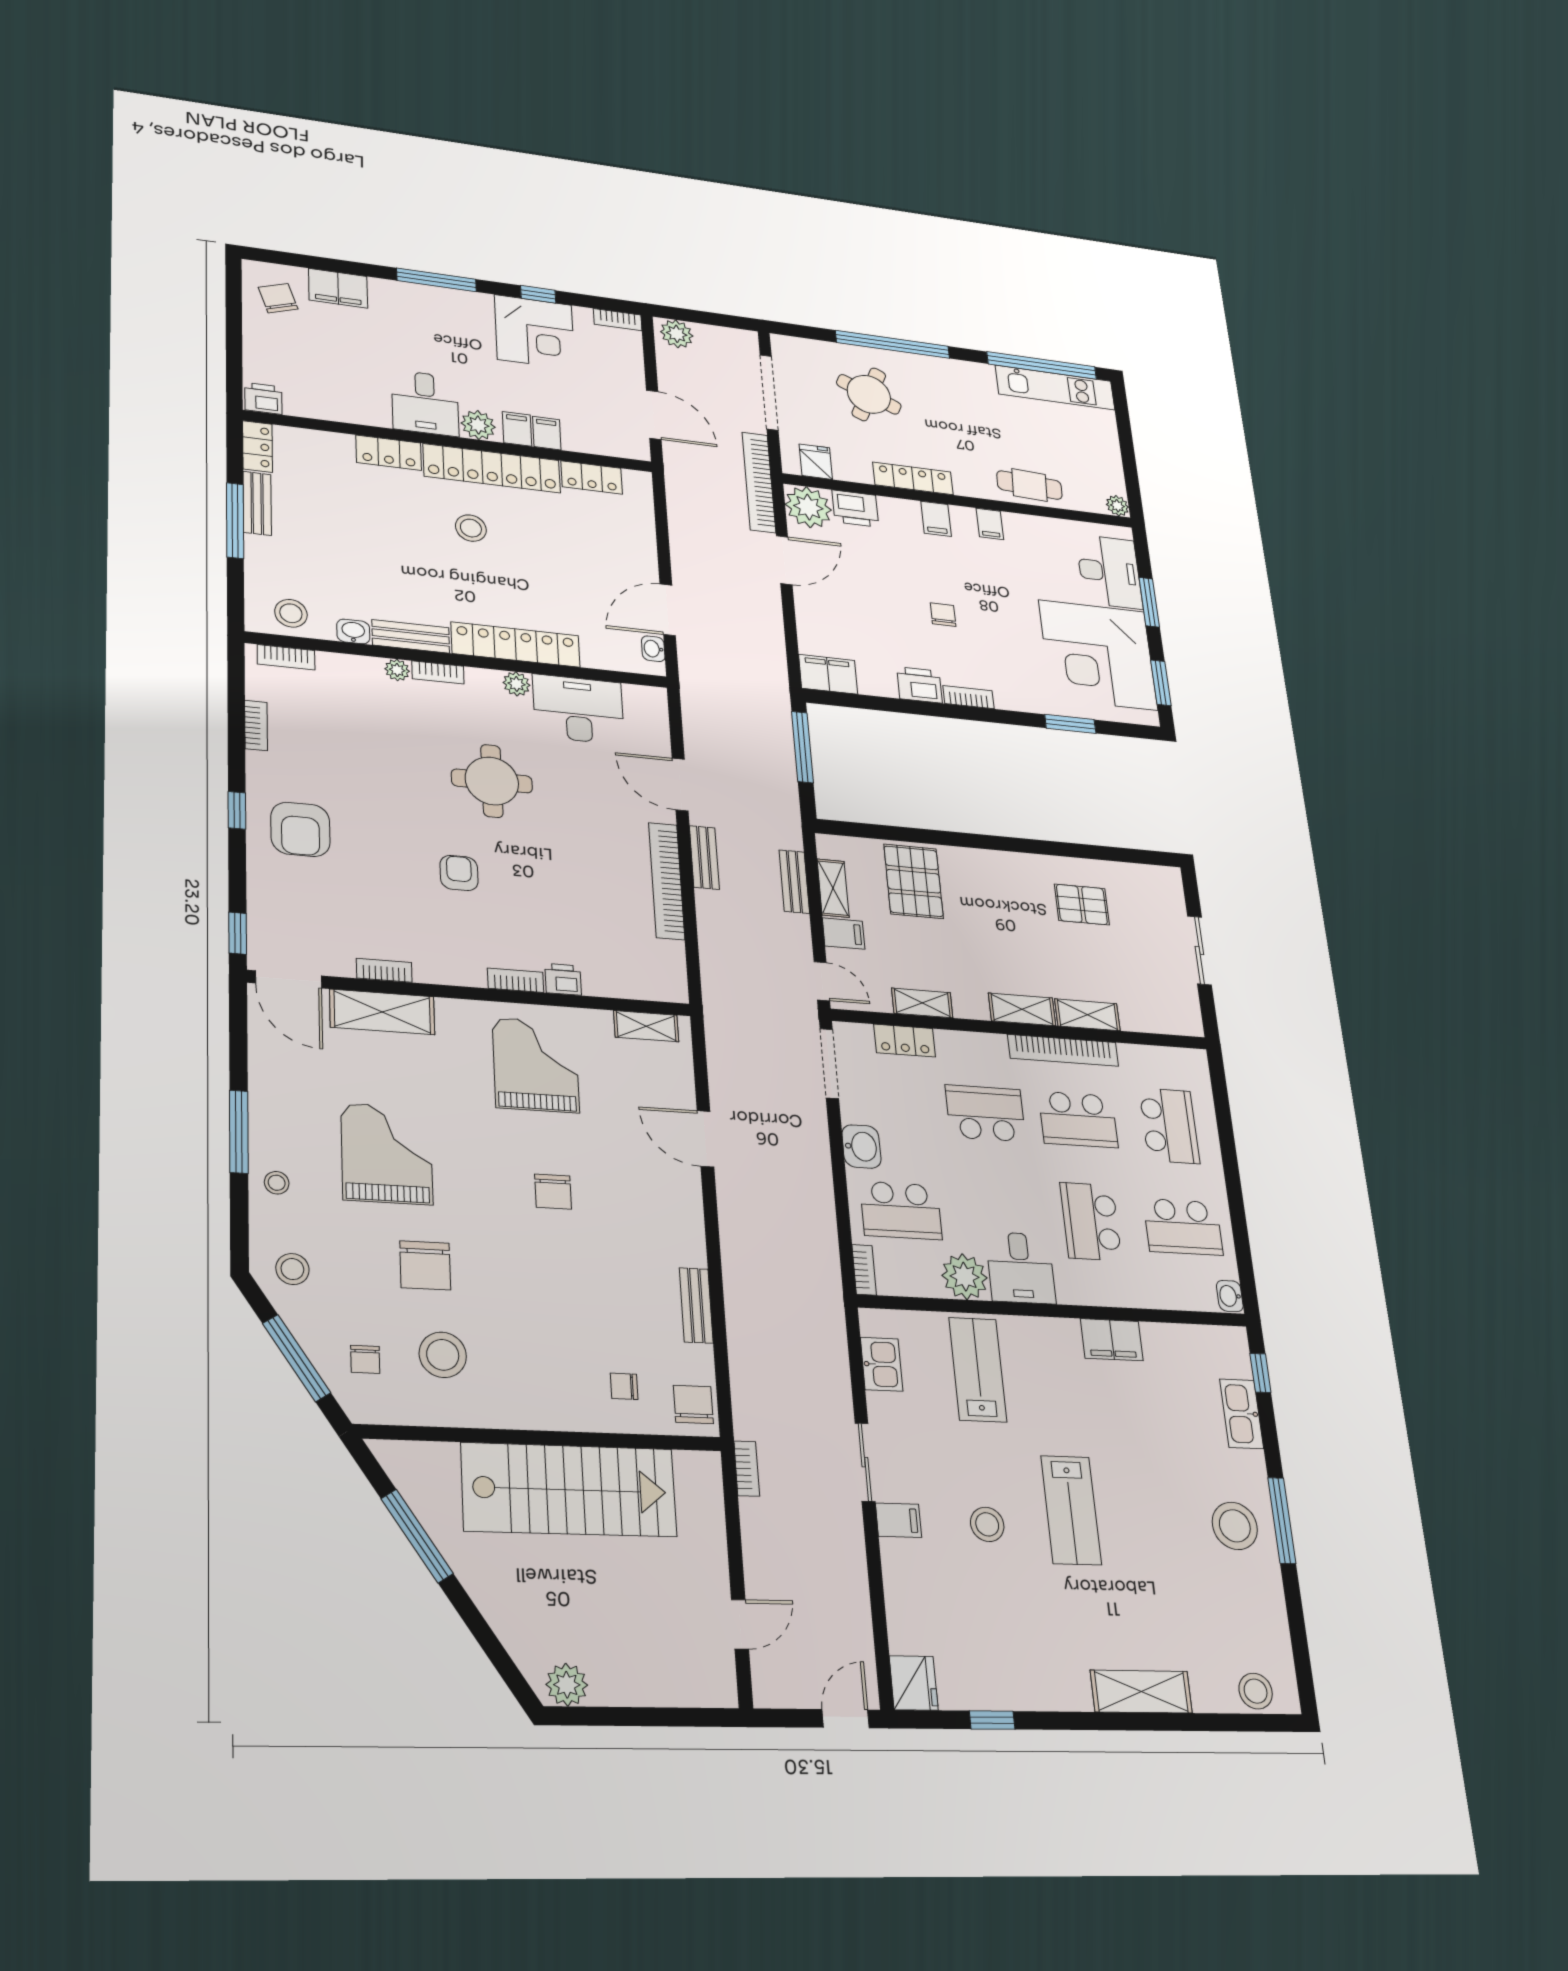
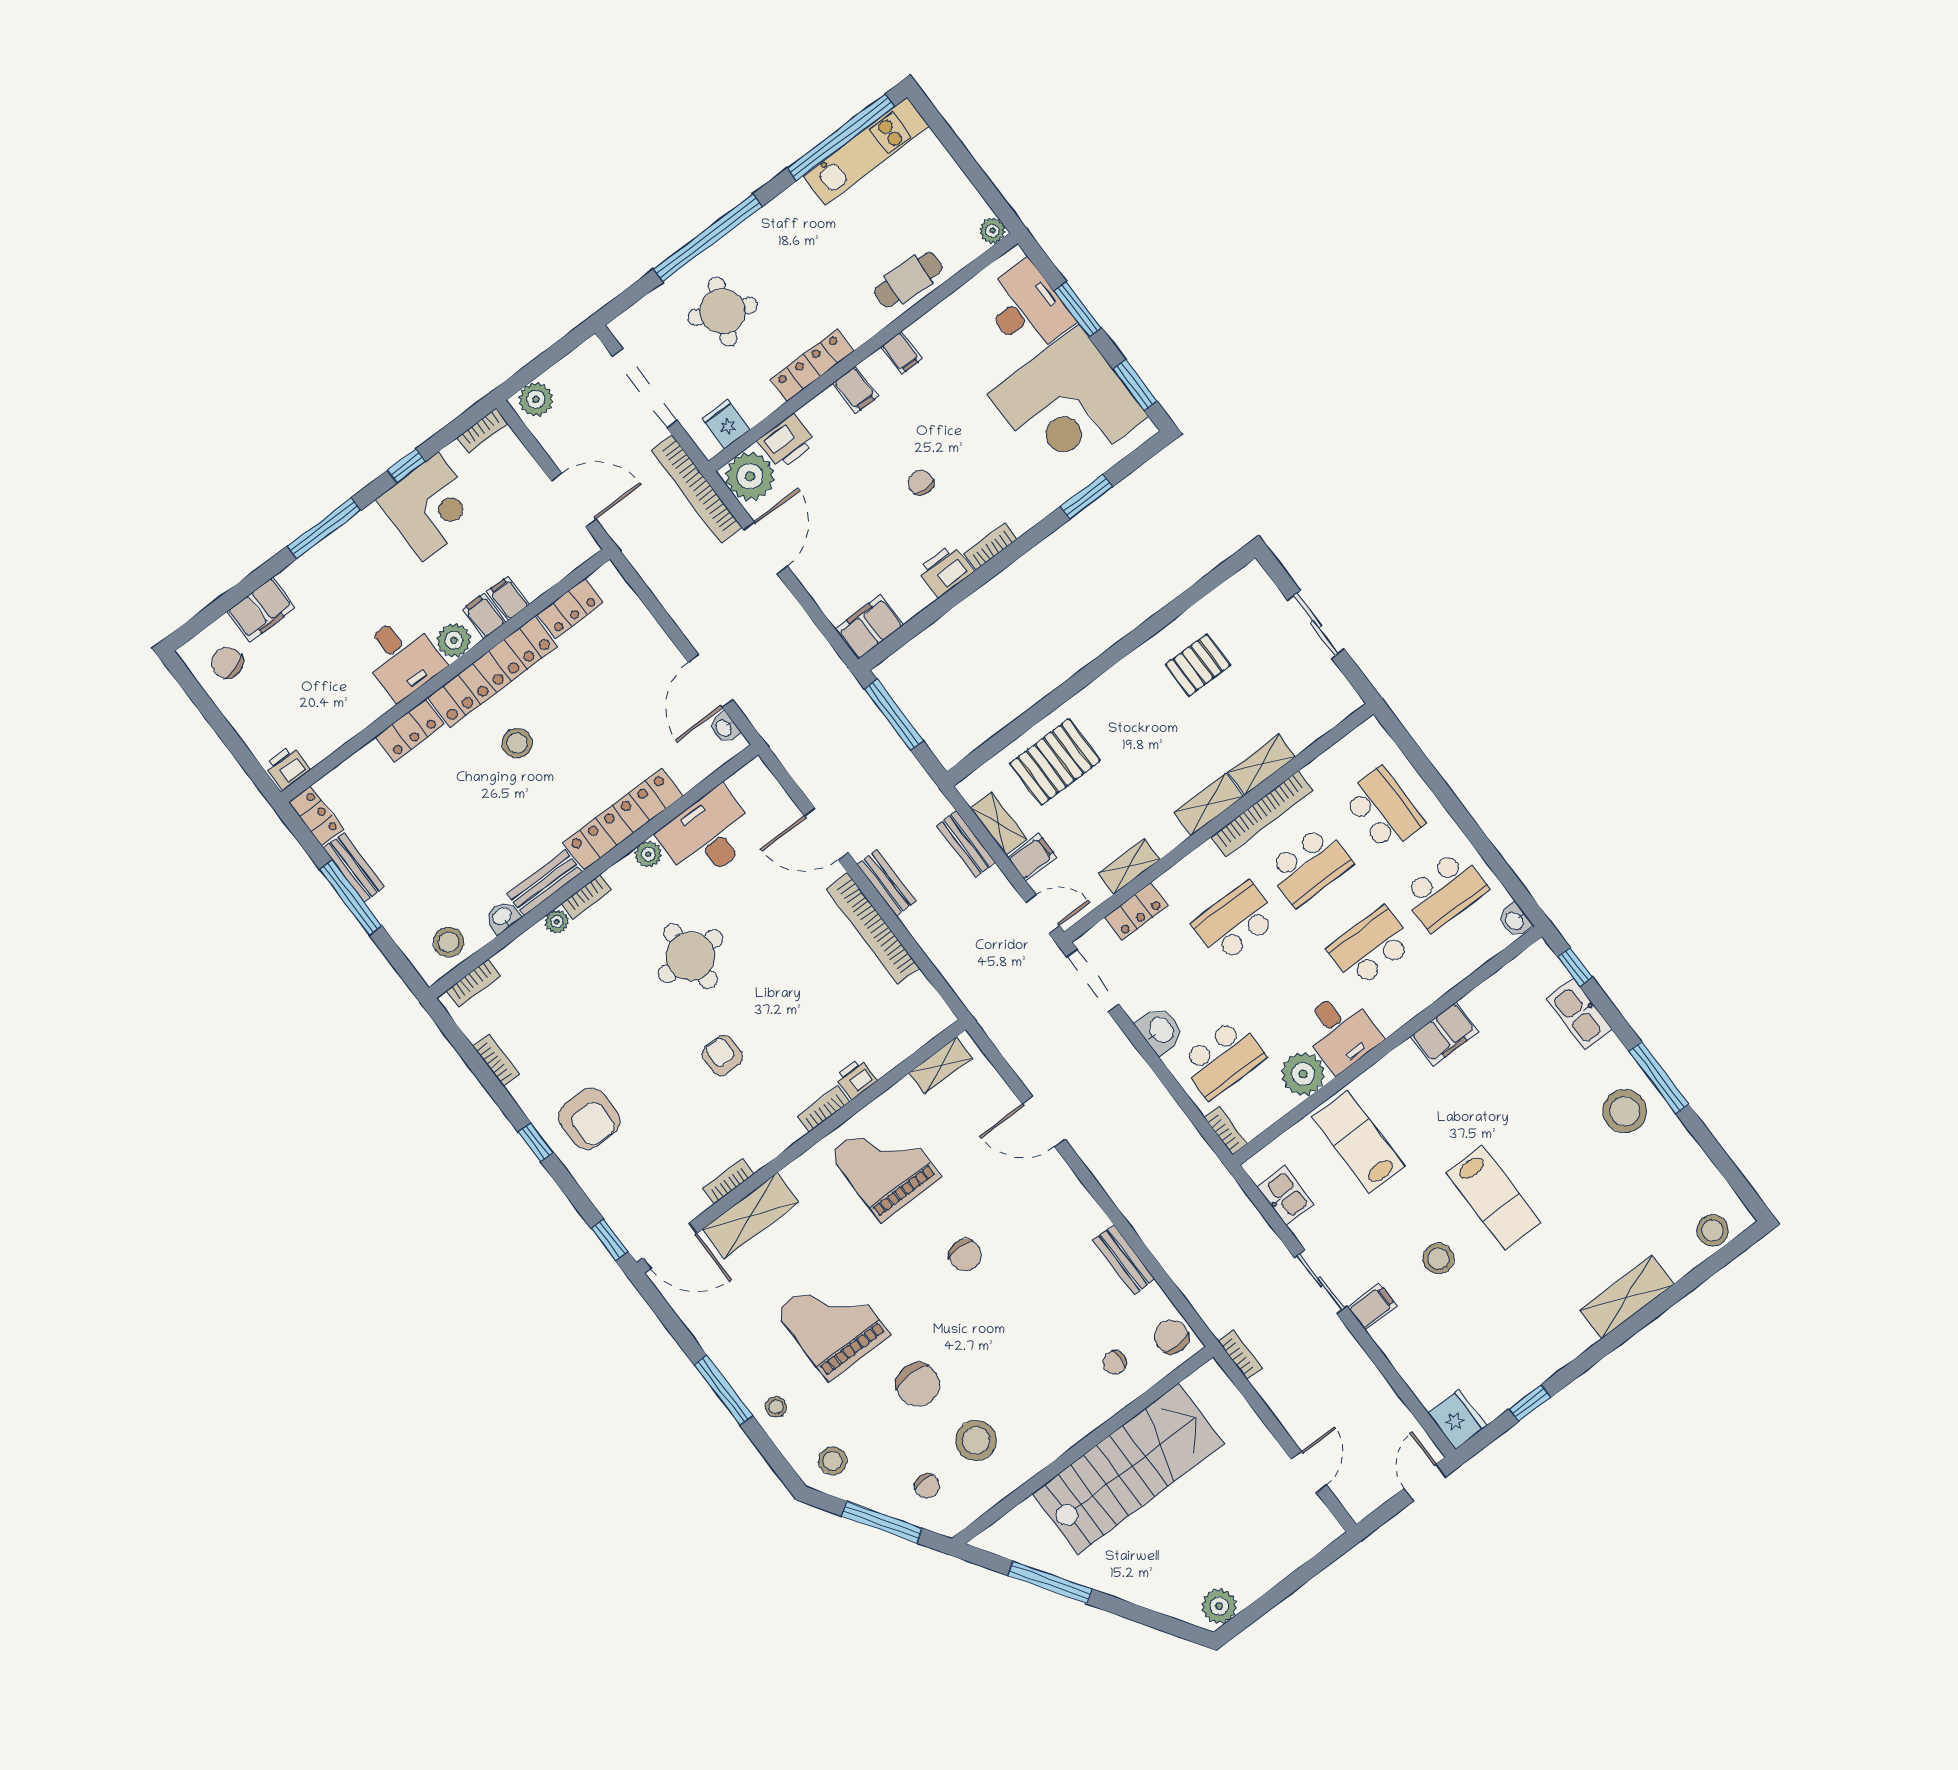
pallet: (914, 881) -> (1055, 762), turned 90
school desk: (1091, 1222) -> (1371, 947), turned 90

